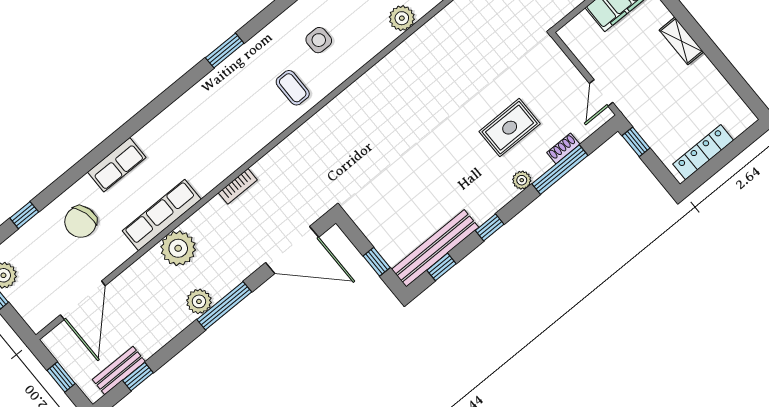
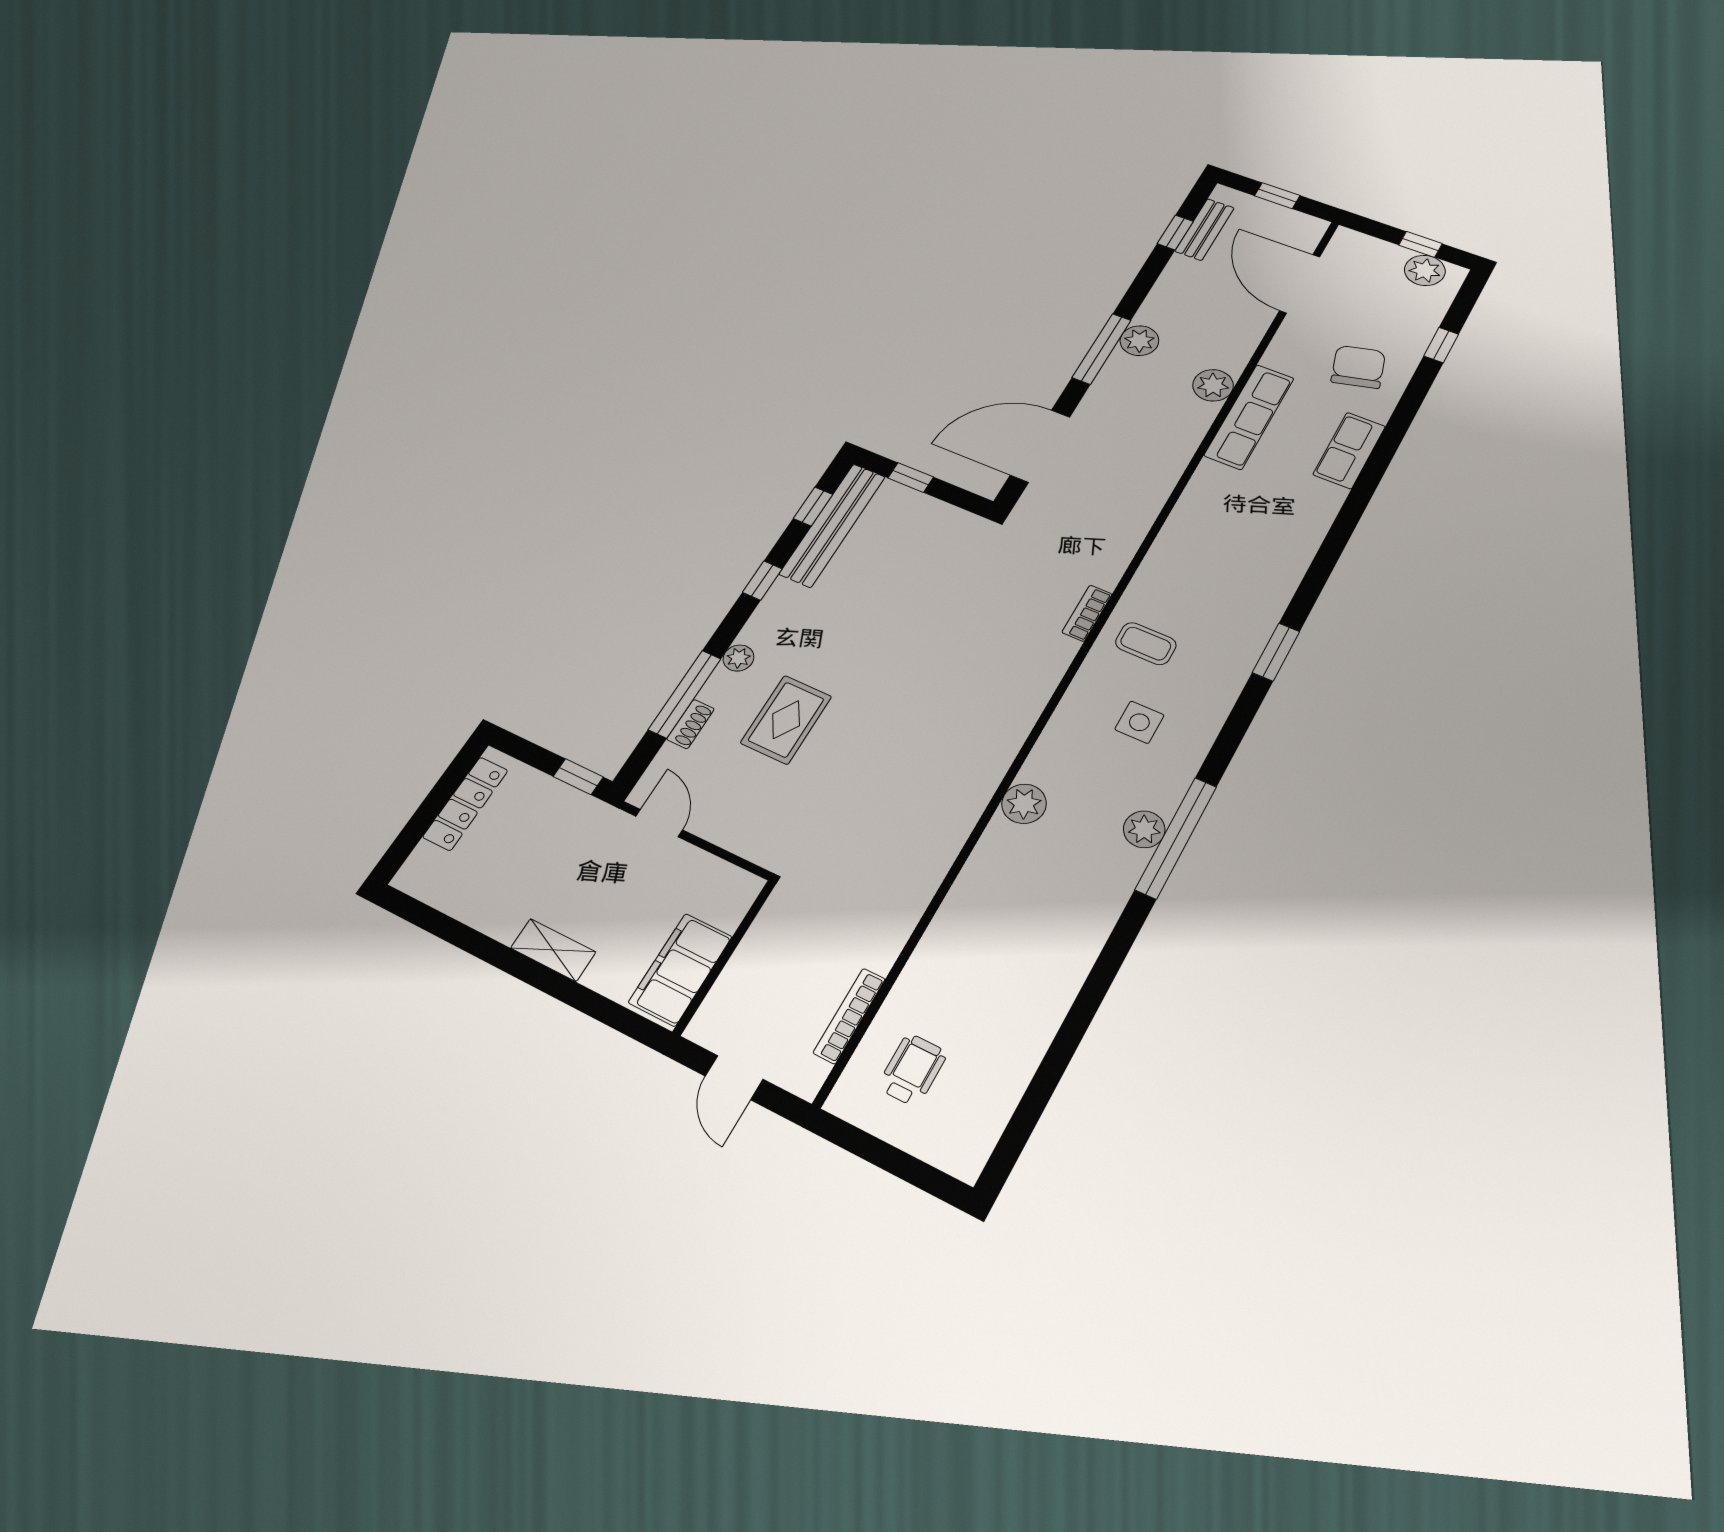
bookcase: (238, 186) -> (1087, 613), moved
plant: (178, 248) -> (1213, 385), width x0.73, depth x0.73

